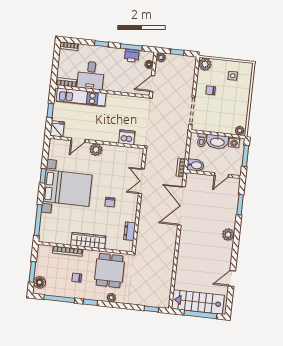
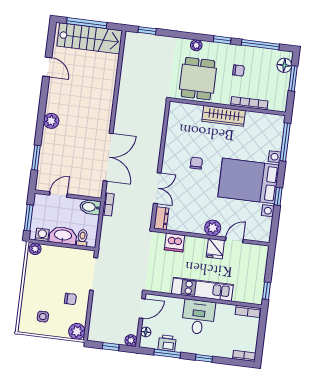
desk: (91, 75) -> (198, 317), moved
kitchen unit: (81, 97) -> (202, 289), moved
window: (50, 110) -> (267, 291), moved
fridge: (57, 129) -> (215, 249), moved
dresser: (130, 231) -> (161, 218), moved
door: (232, 278) -> (47, 67), hinge flipped

